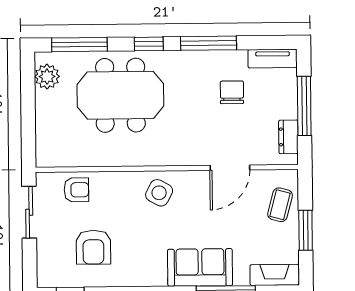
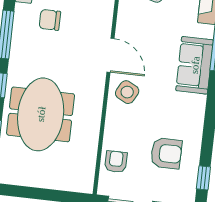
plant: (47, 77) -> (17, 175), removed
door: (230, 168) -> (110, 55), moved

